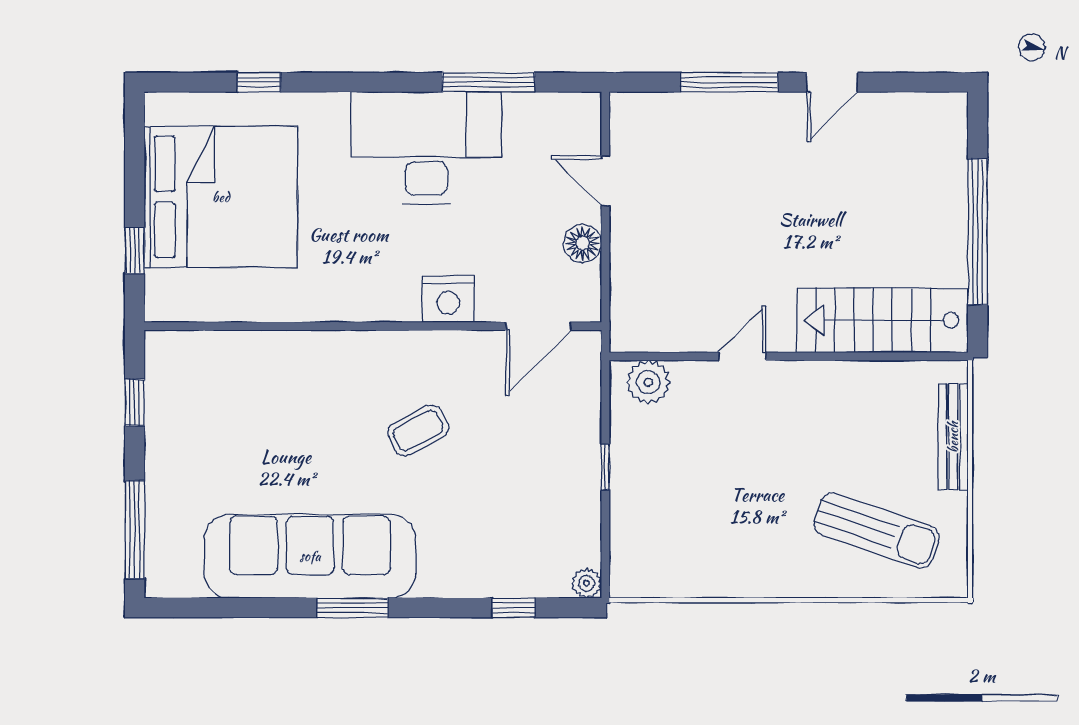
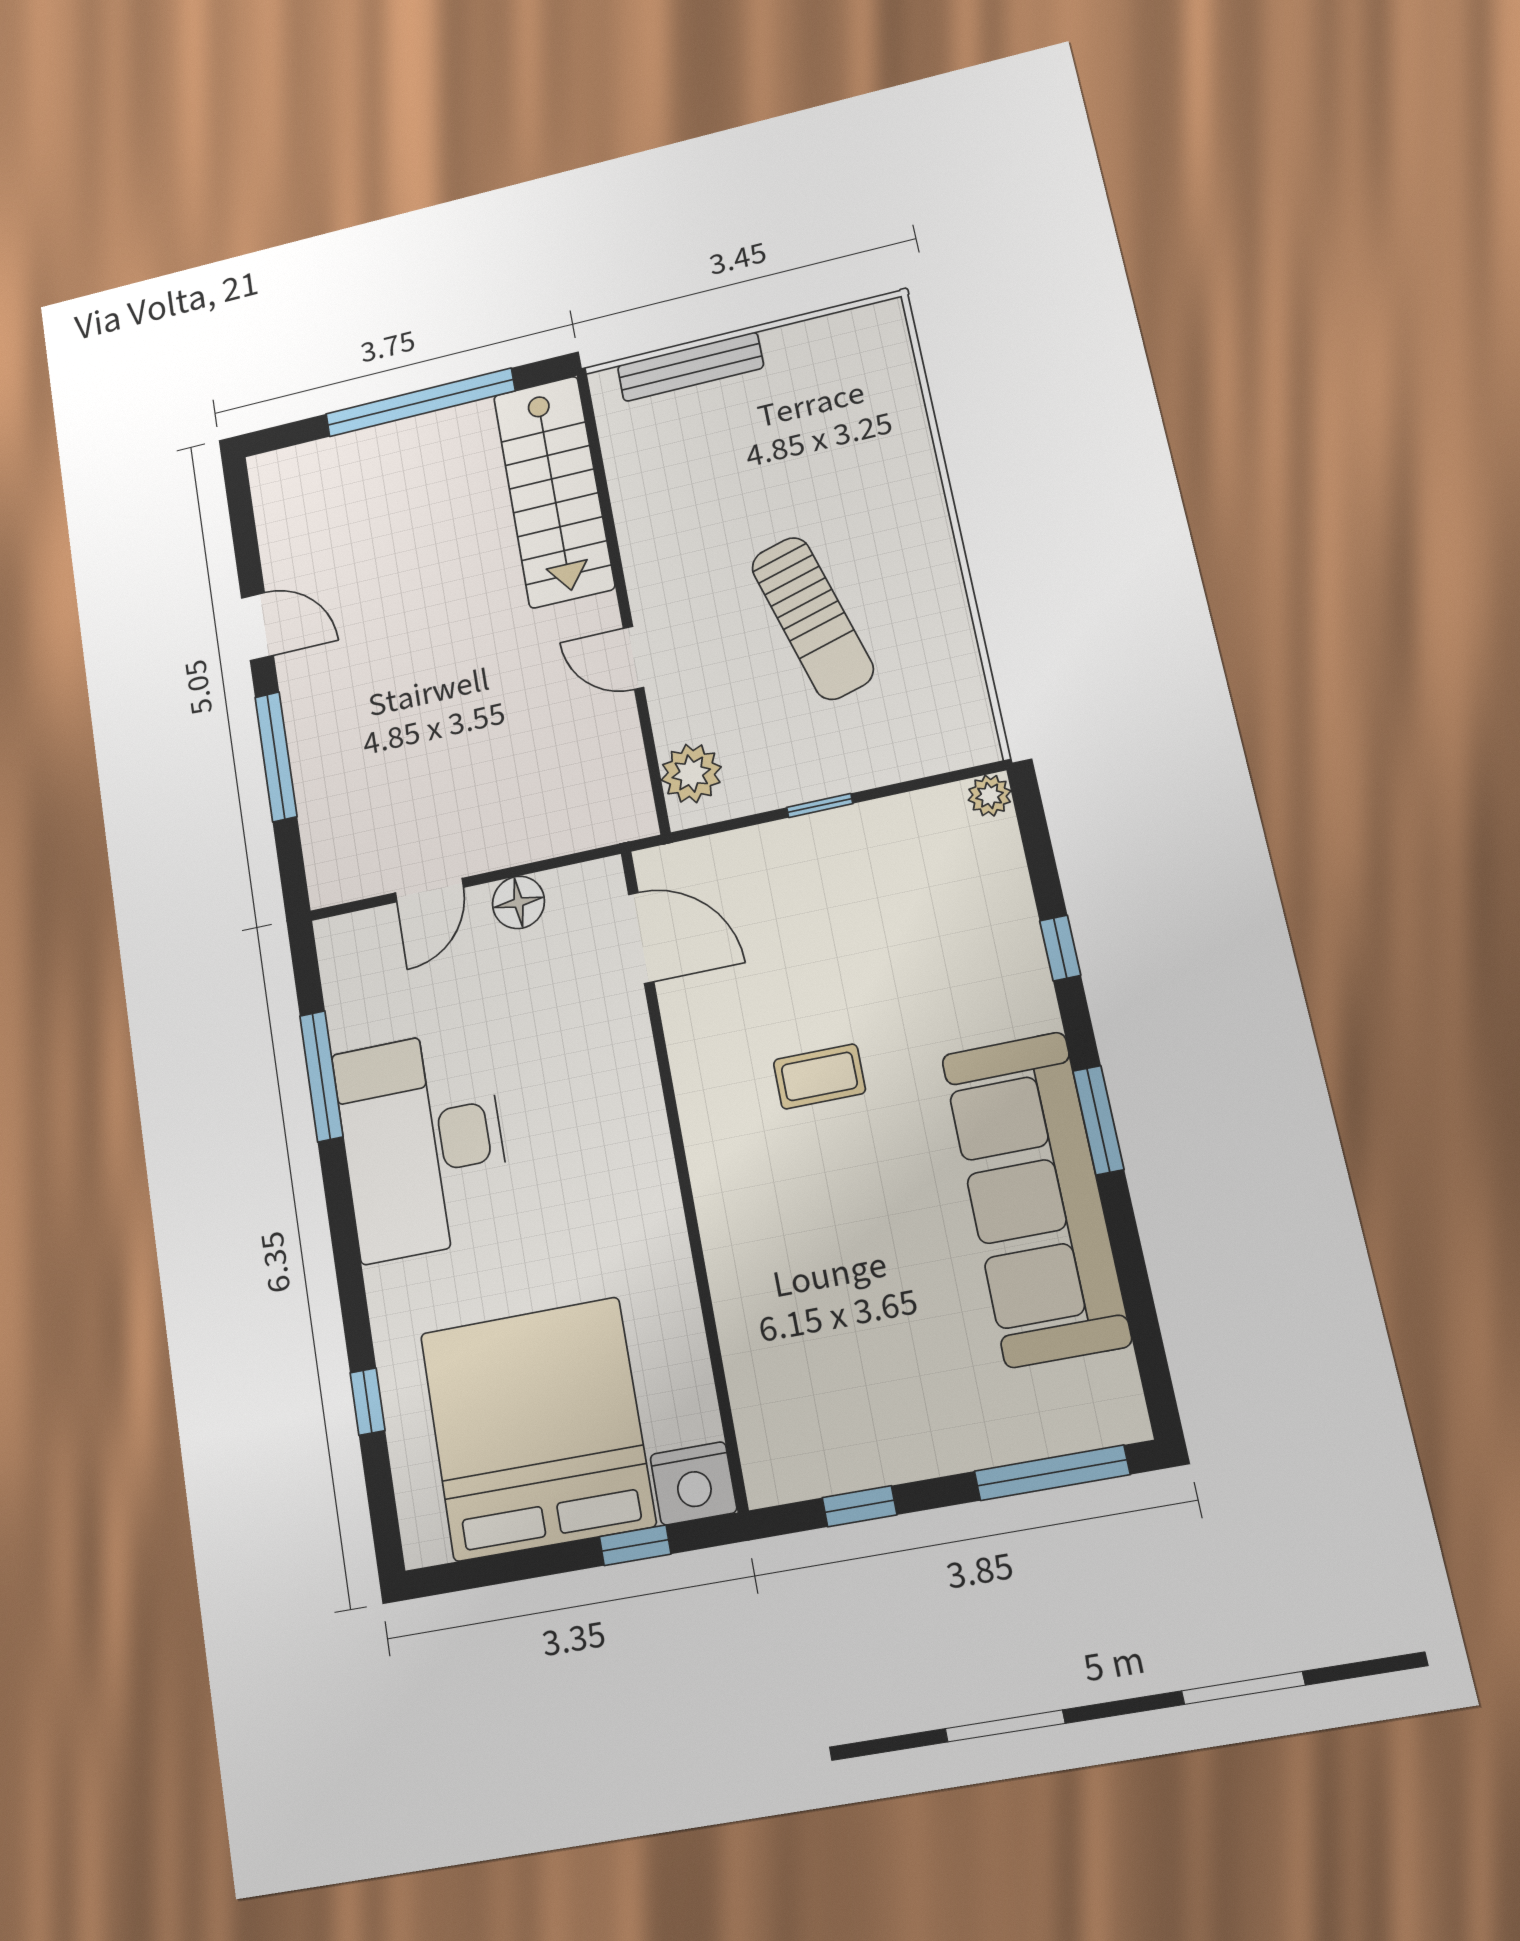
nightstand: (448, 299) -> (693, 1483), moved, turned 90
coffee table: (418, 430) -> (819, 1076), turned -62
sun lounger: (877, 531) -> (812, 618), moved, turned 145
window: (514, 608) -> (1060, 948), moved

